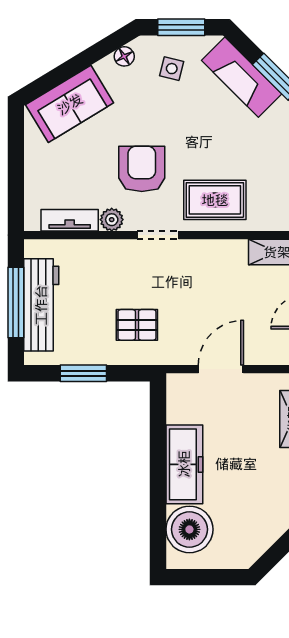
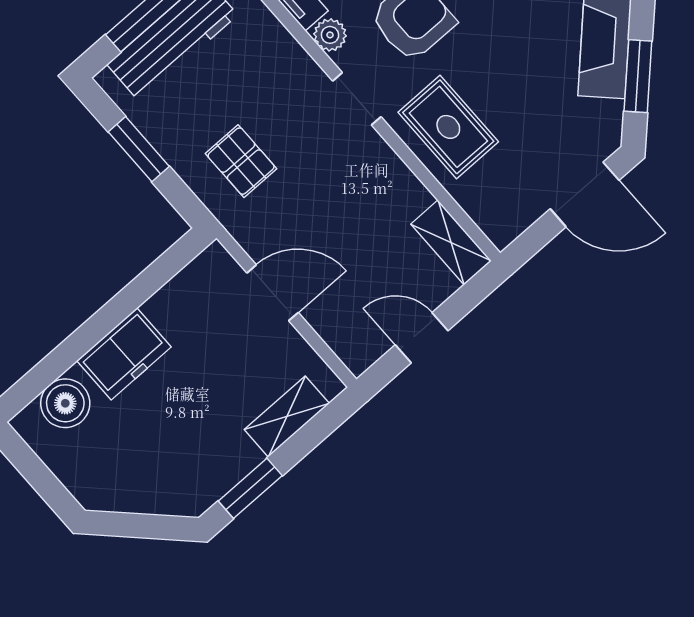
freezer: (184, 464) -> (124, 354), width x0.71
boiler: (189, 529) -> (65, 403), width x0.73, depth x0.73

